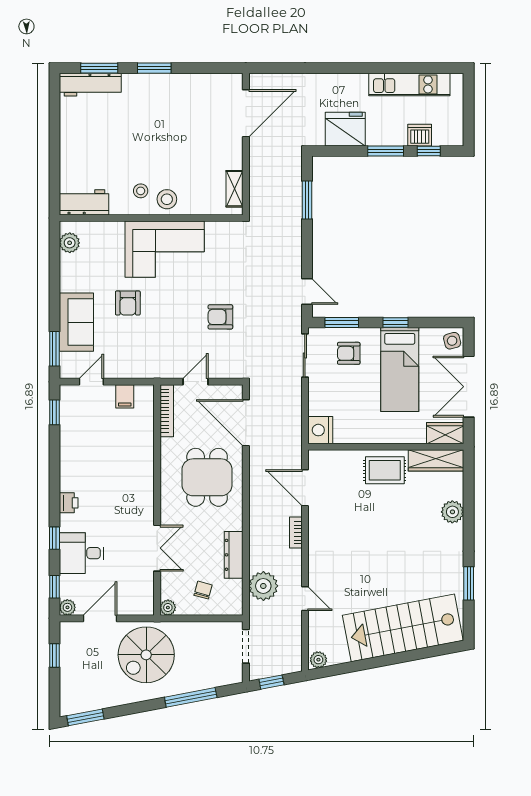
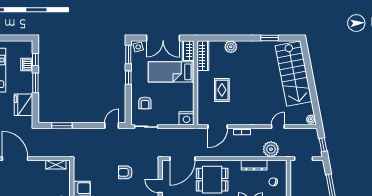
armchair: (220, 317) -> (125, 172), turned 90
window: (342, 323) -> (128, 54), moved
bed: (400, 370) -> (171, 72), moved, turned 180
rug: (385, 470) -> (222, 90), moved

